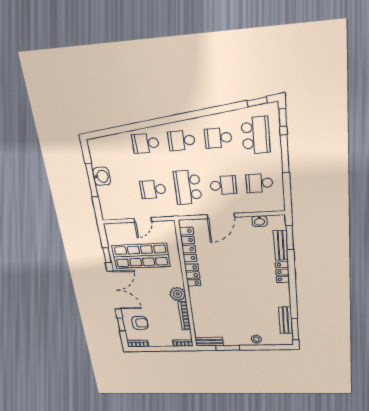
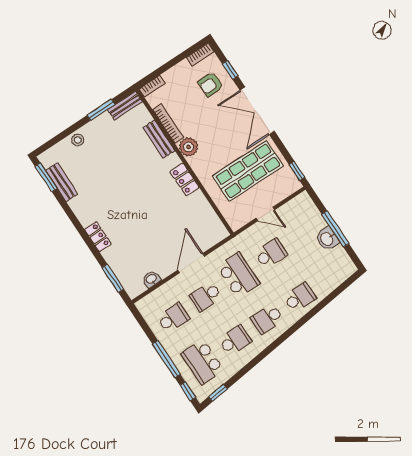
school desk: (182, 141) -> (267, 319), turned 180
door: (143, 220) -> (265, 214), swing flipped
locker: (188, 245) -> (207, 213), removed
bench: (281, 245) -> (159, 139), moved
window: (107, 255) -> (297, 171), moved

